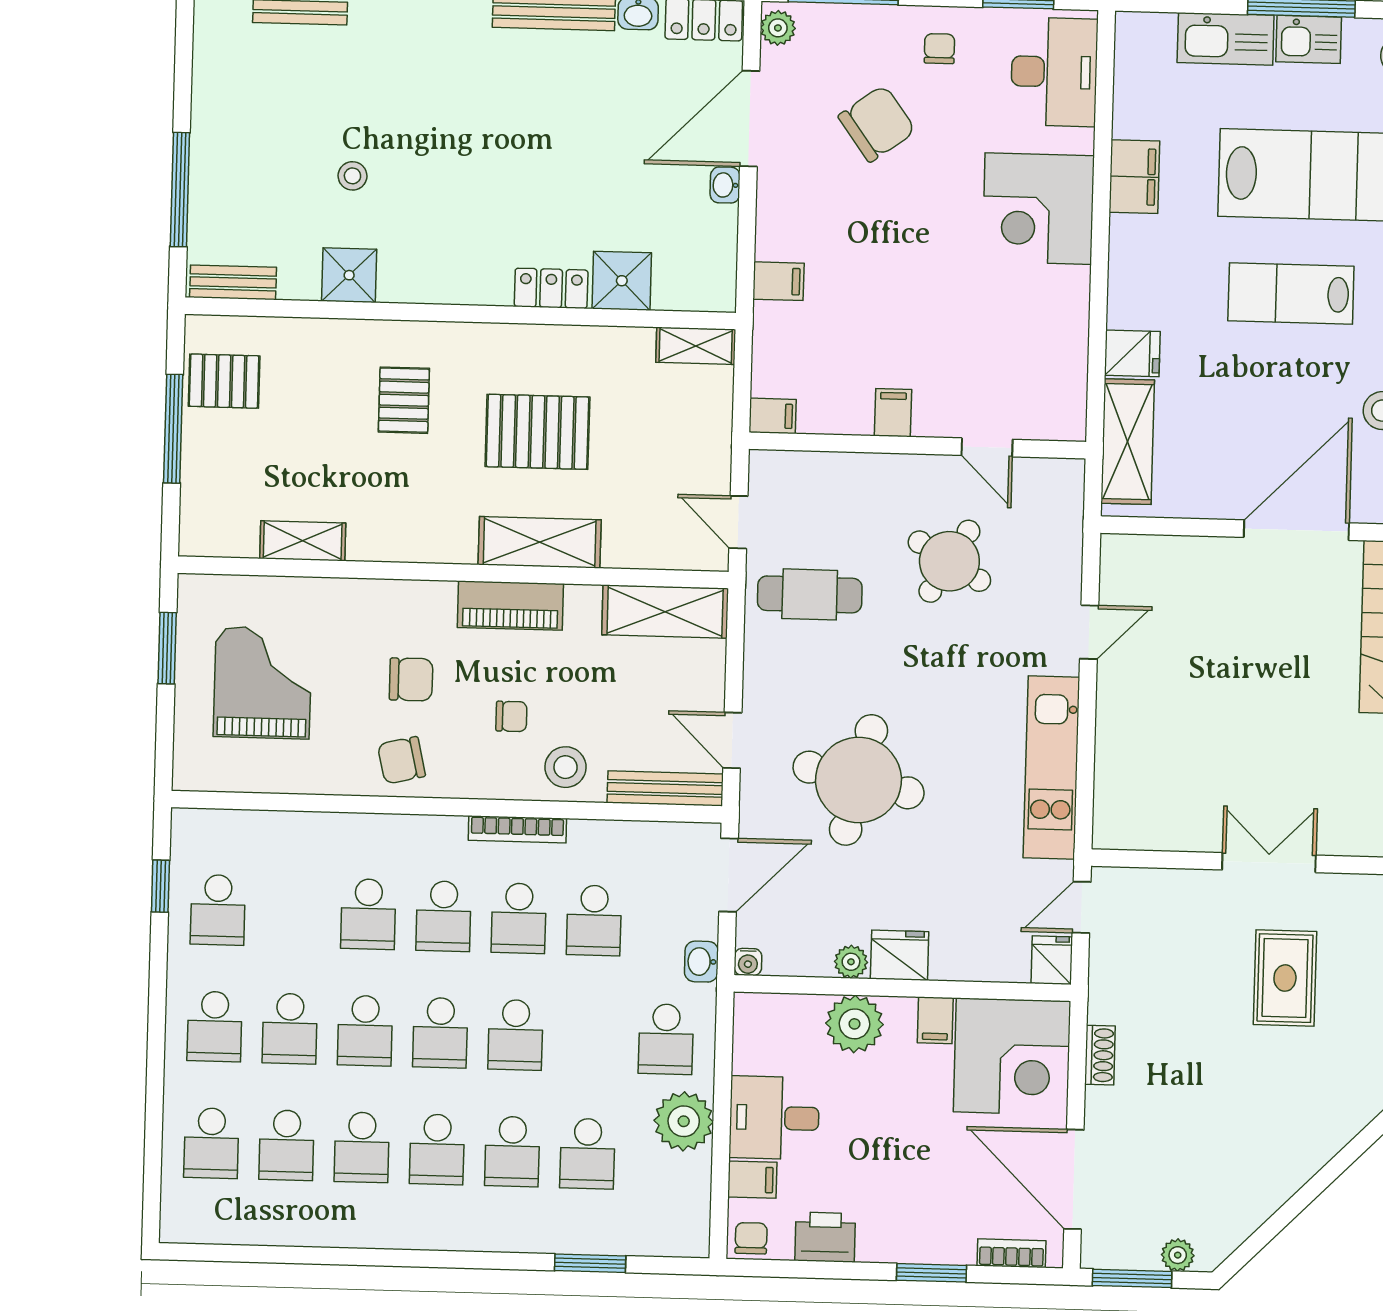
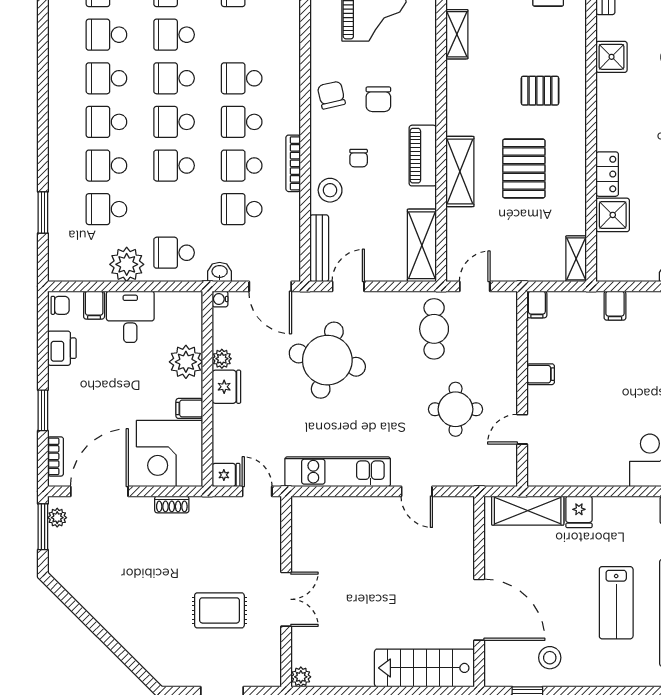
lab bench: (1291, 293) -> (616, 603), turned 180
round table: (949, 561) -> (456, 409), turned -31
plant: (1178, 1255) -> (57, 518), moved

